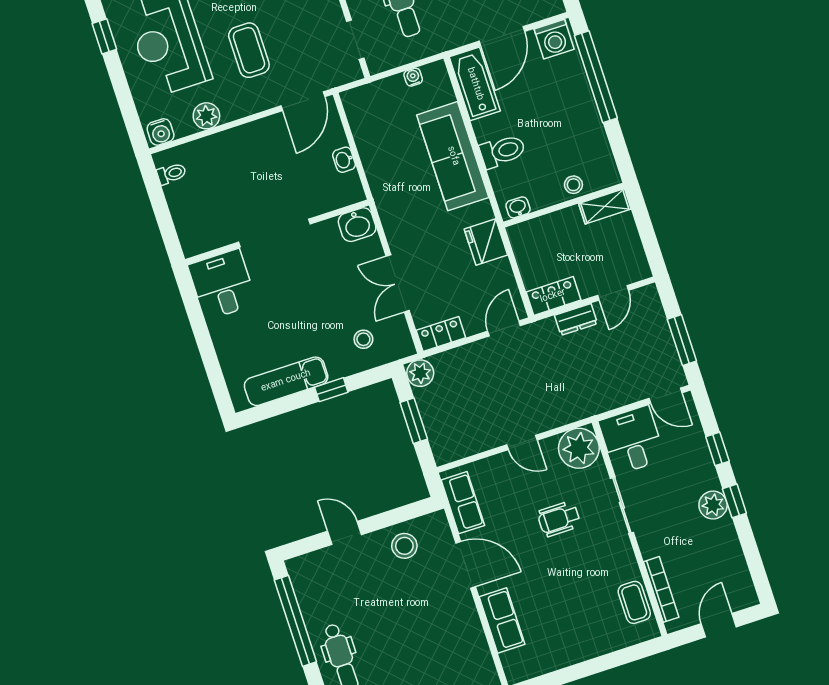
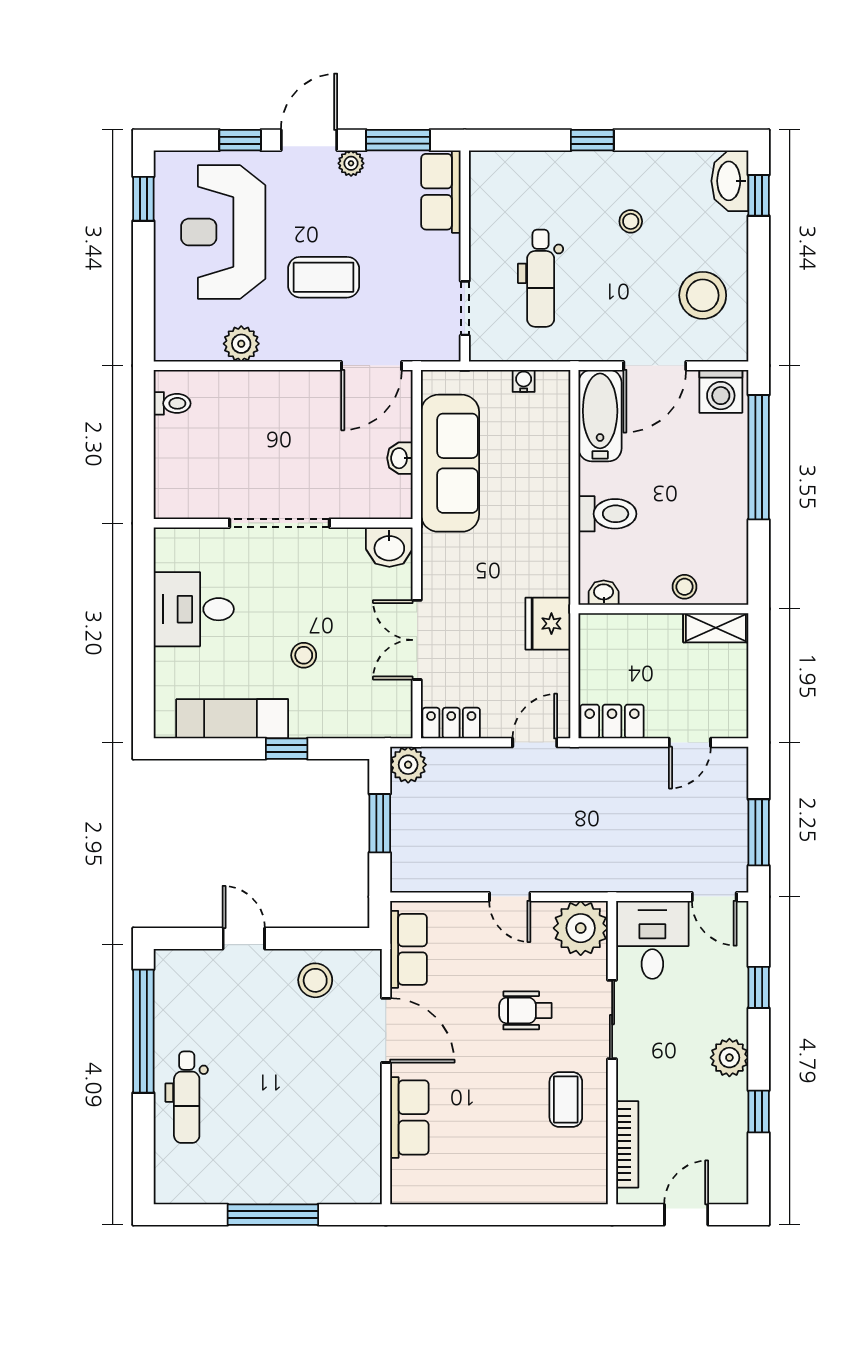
coffee table: (249, 50) -> (324, 277), turned 90
water cooler: (161, 132) -> (175, 345), removed
sofa: (453, 156) -> (450, 463), moved, turned 180
desk: (222, 284) -> (194, 609), moved, turned -90
dresser: (576, 319) -> (631, 761), removed
stool: (363, 339) -> (304, 655), moved
window: (734, 501) -> (759, 1112), moved
coffee table: (634, 602) -> (566, 1099), moved

